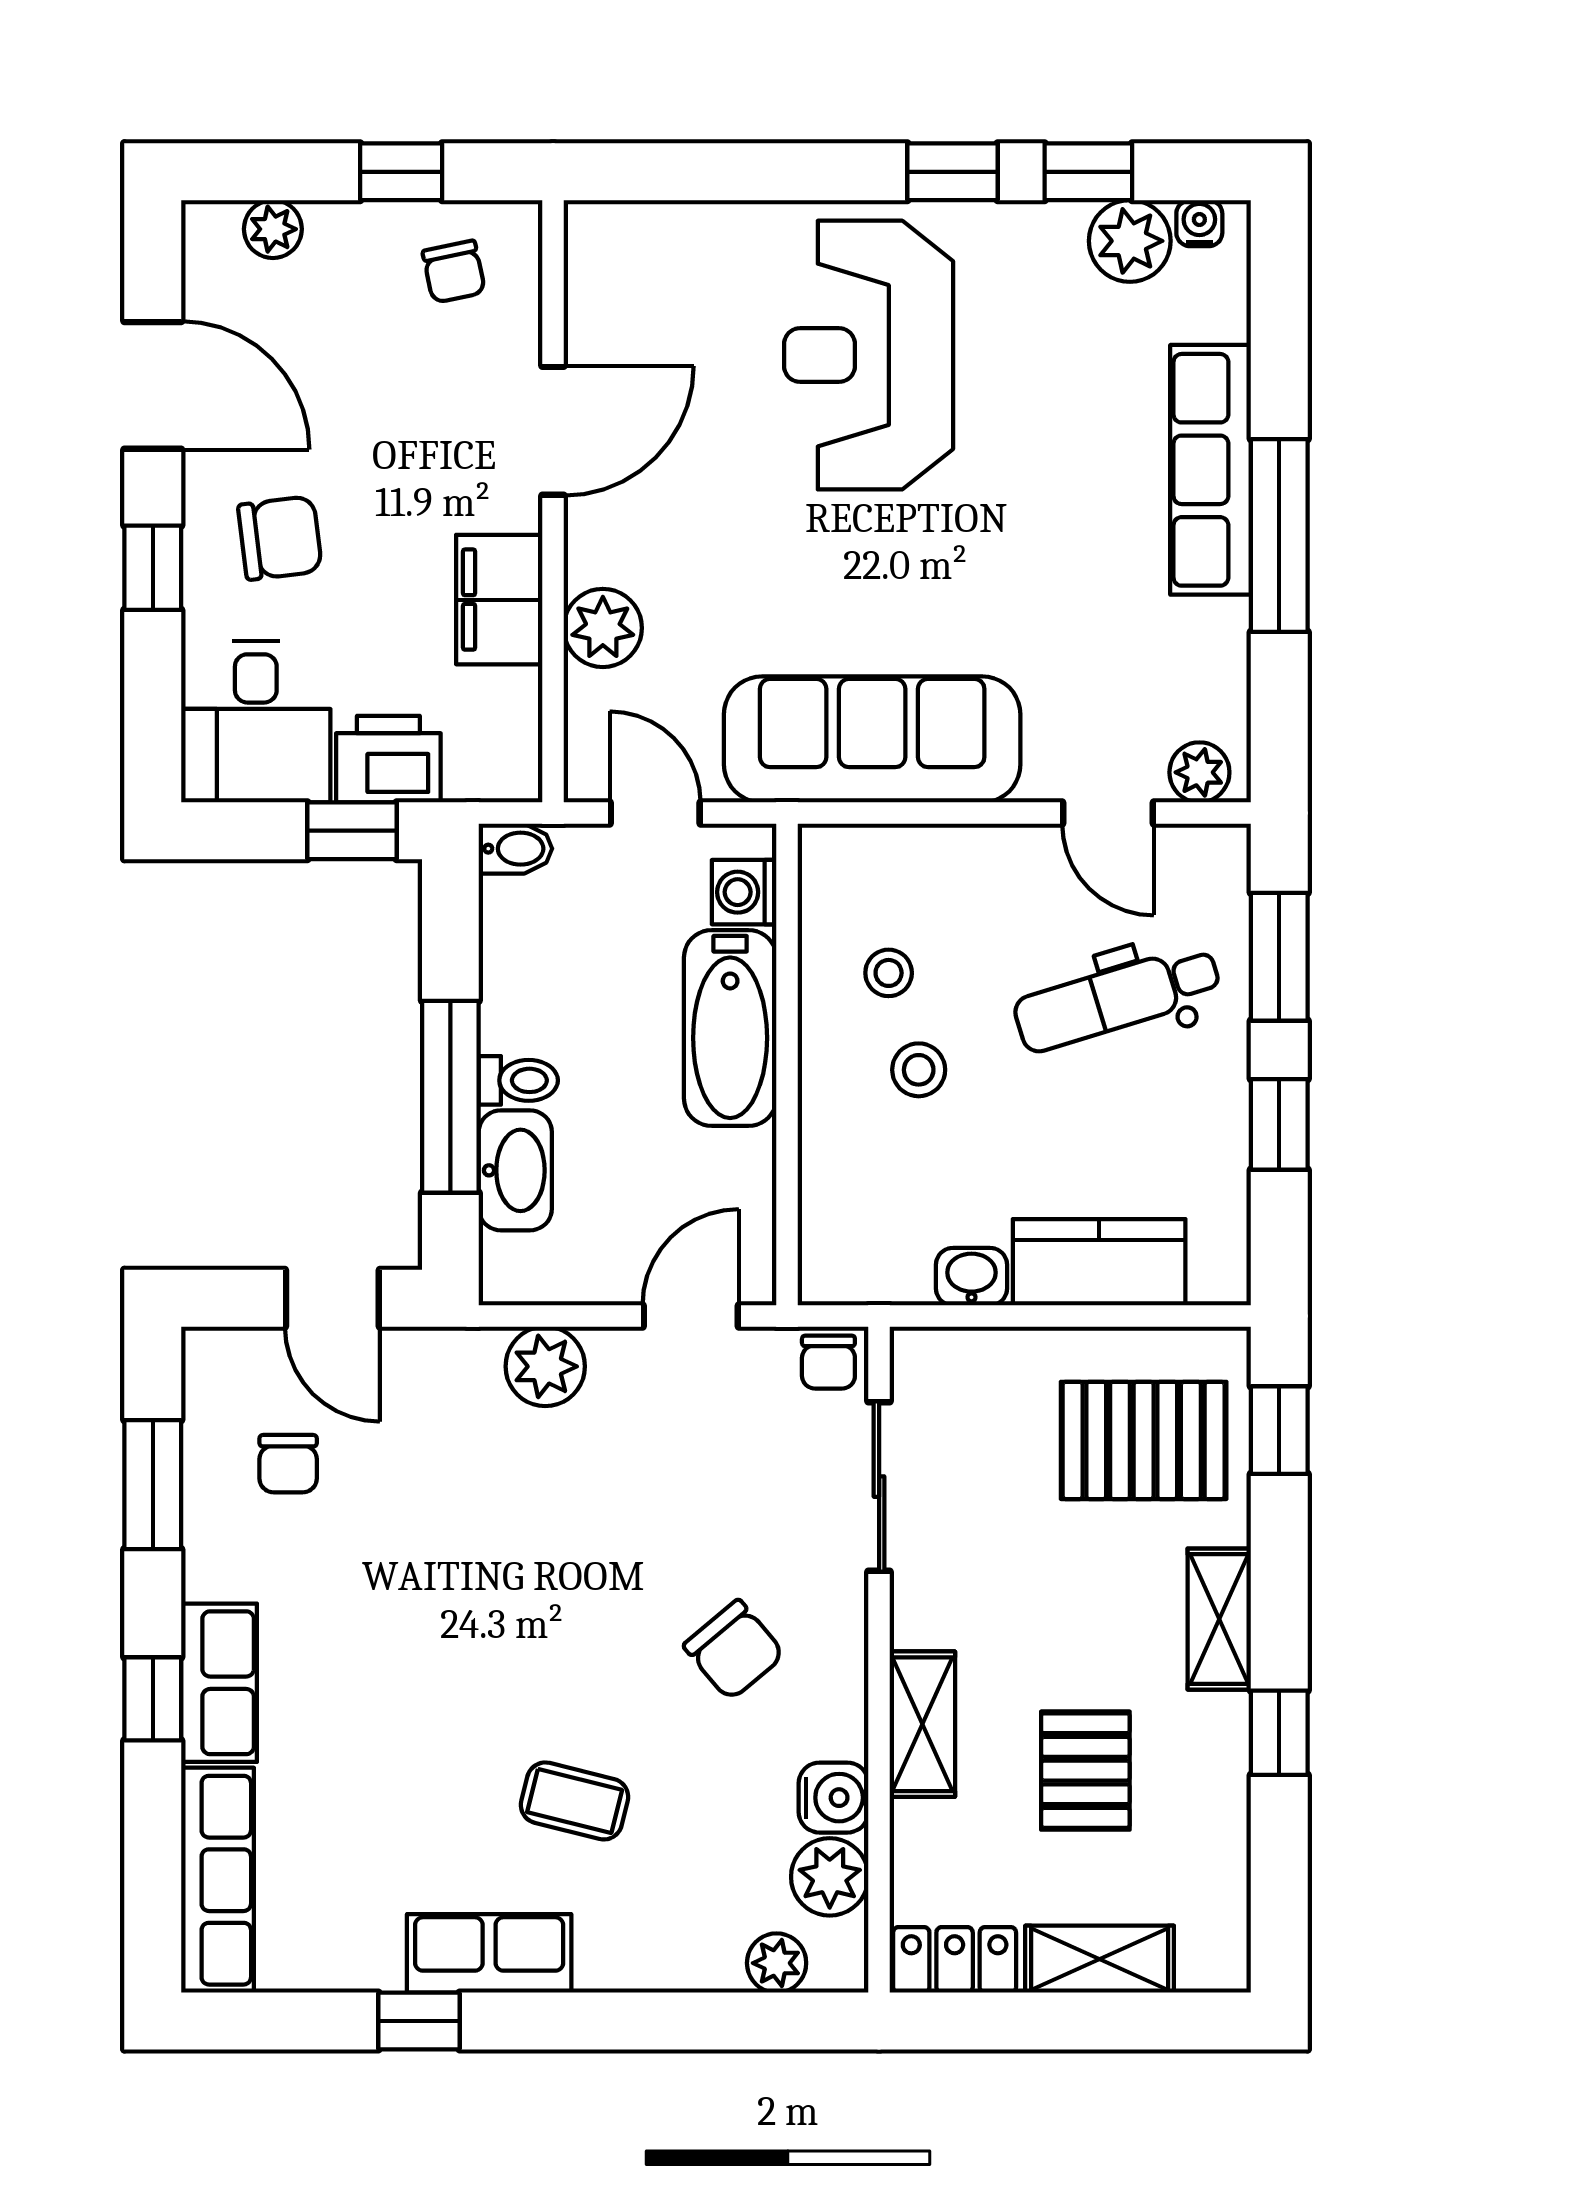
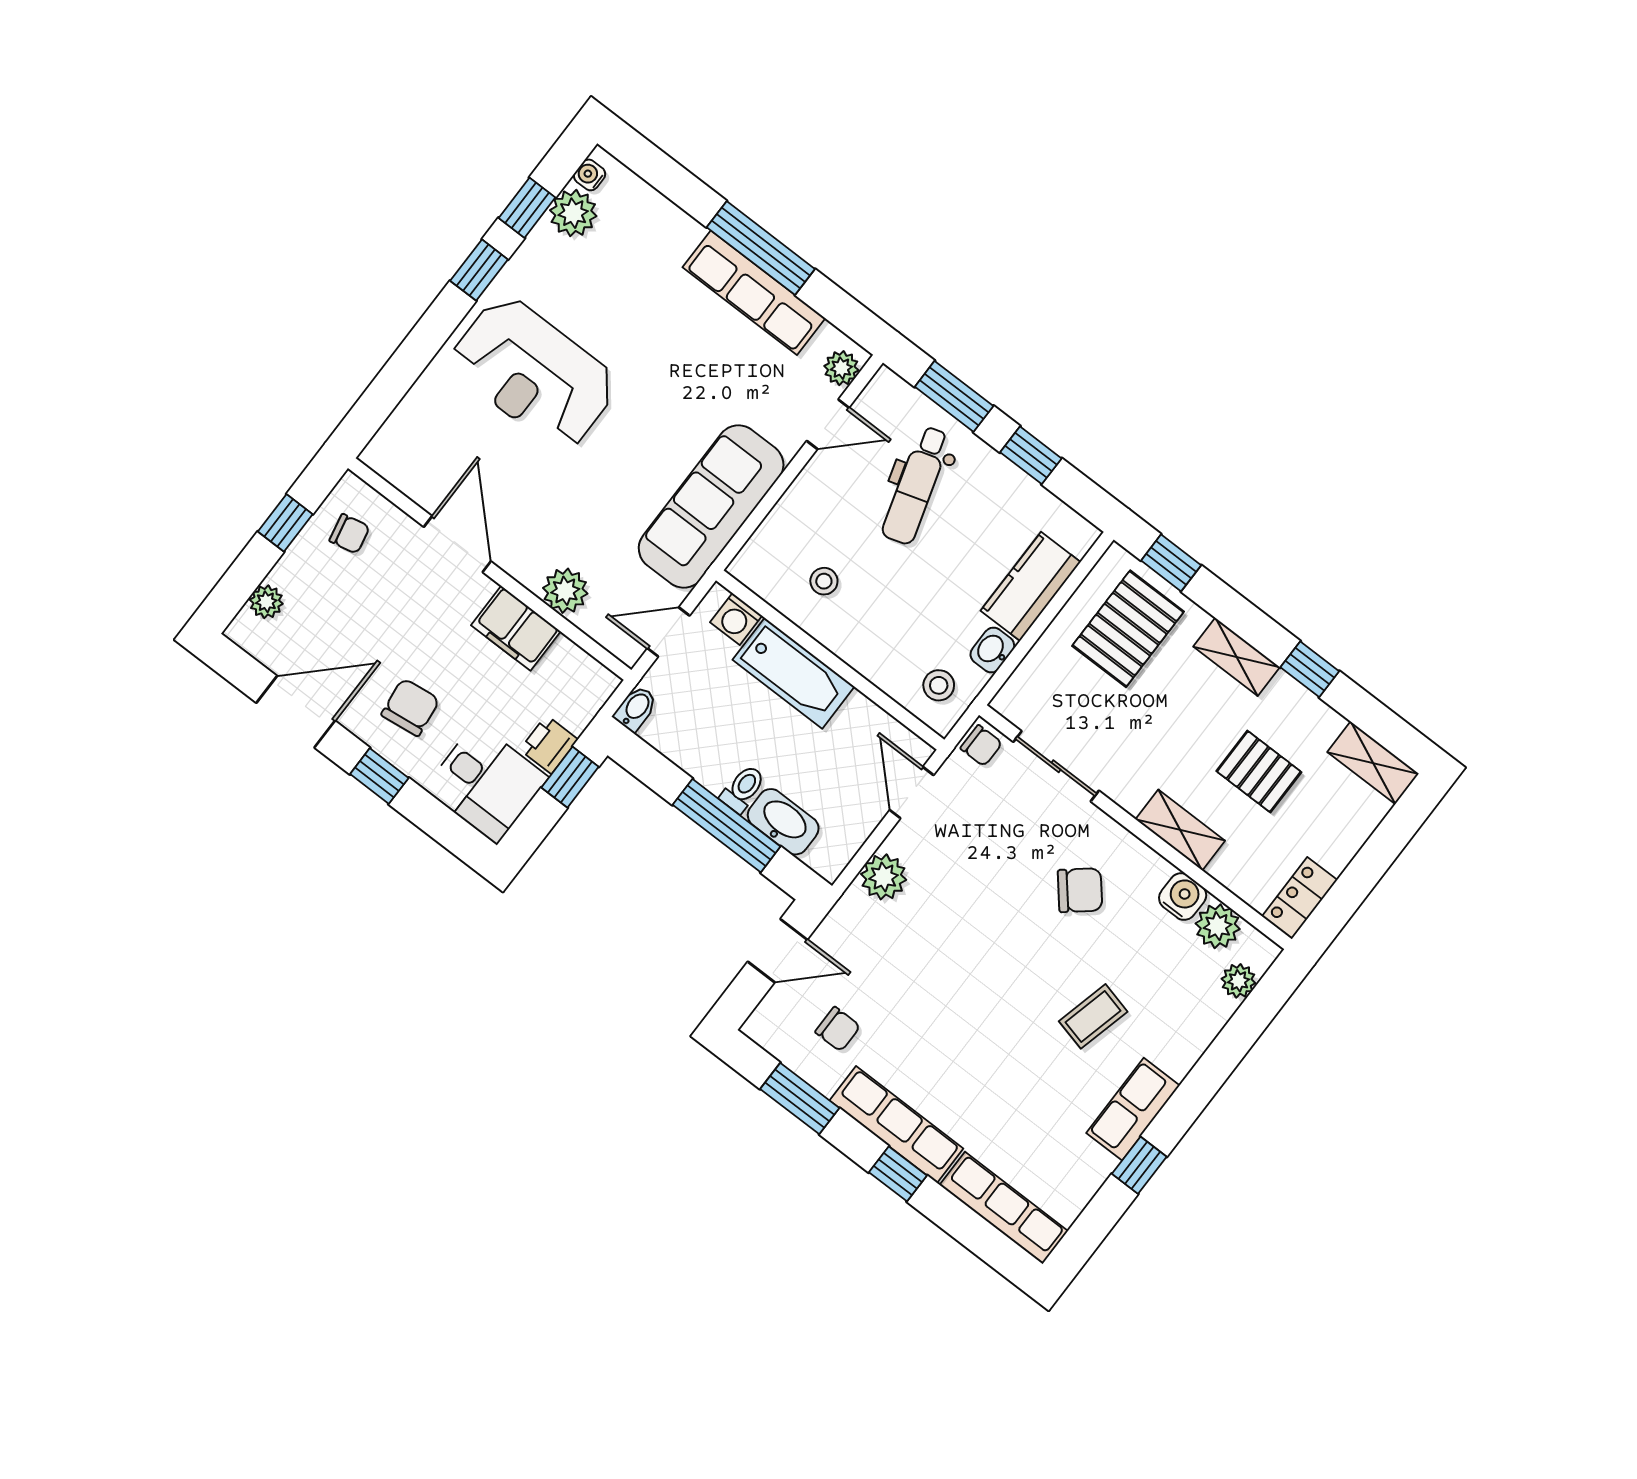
row of seats: (1211, 470) -> (754, 293), moved
printer: (388, 759) -> (549, 745), width x0.73, depth x0.81
stool: (919, 1070) -> (939, 685), moved
row of seats: (219, 1683) -> (896, 1125), width x1.48
shelving: (1100, 1959) -> (1373, 763), moved, turned 90

